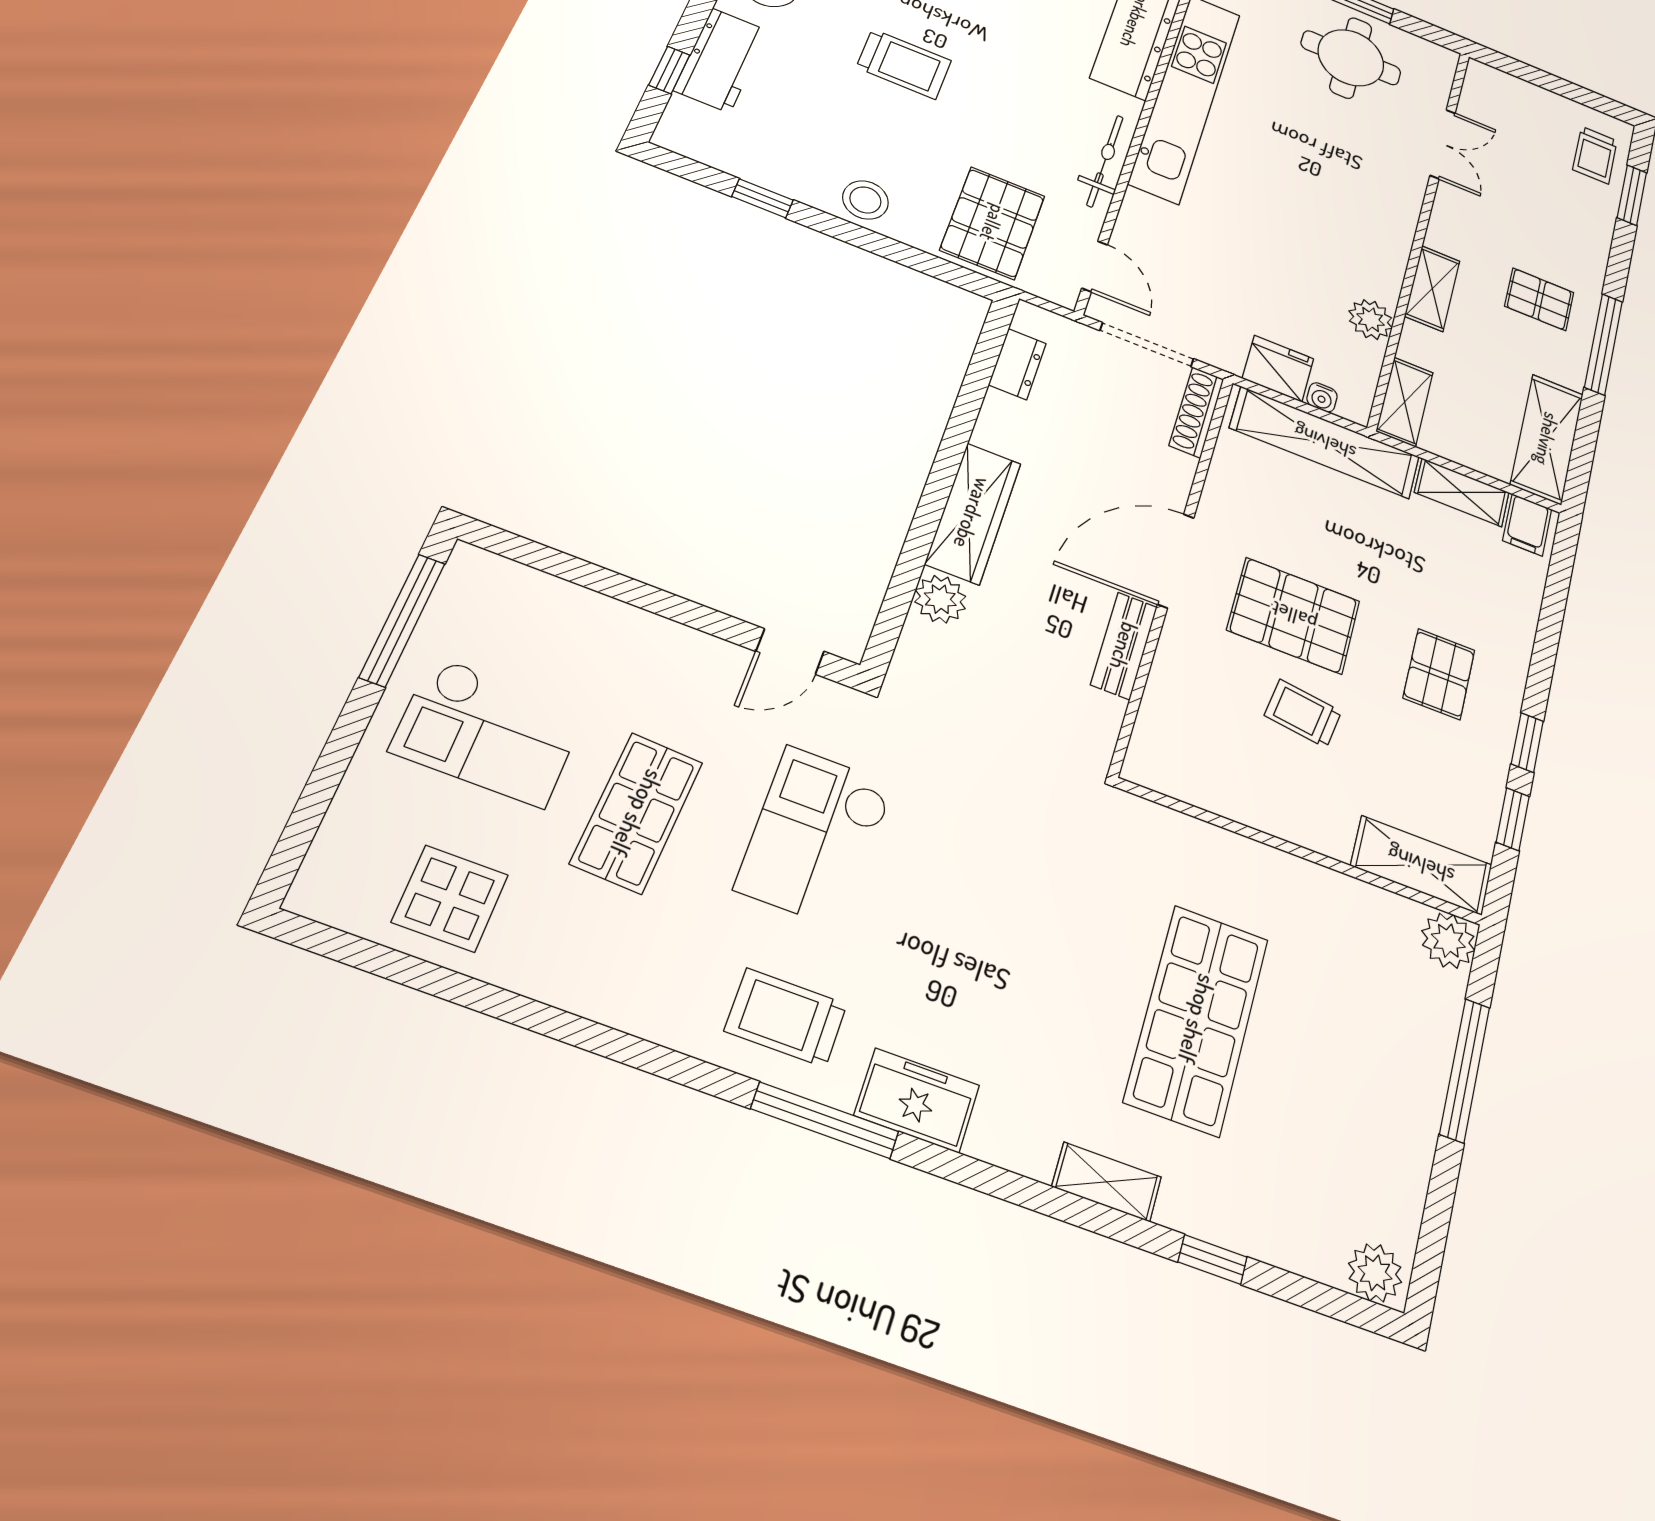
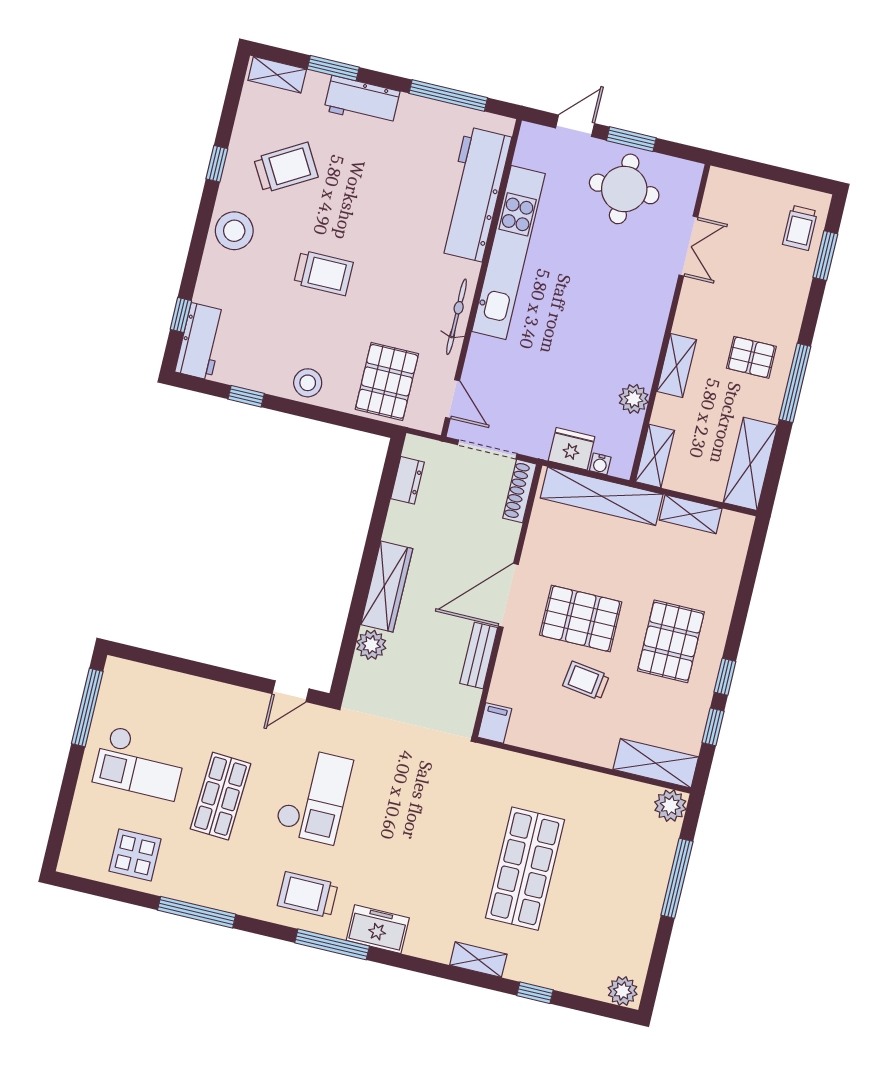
workbench: (721, 60) -> (201, 341), moved
filing cabinet: (1527, 525) -> (495, 723), moved, turned 180
pallet: (1439, 674) -> (671, 641), width x1.50, depth x1.42
checkout: (815, 836) -> (314, 796), turned 180
window: (559, 1025) -> (197, 912), added

